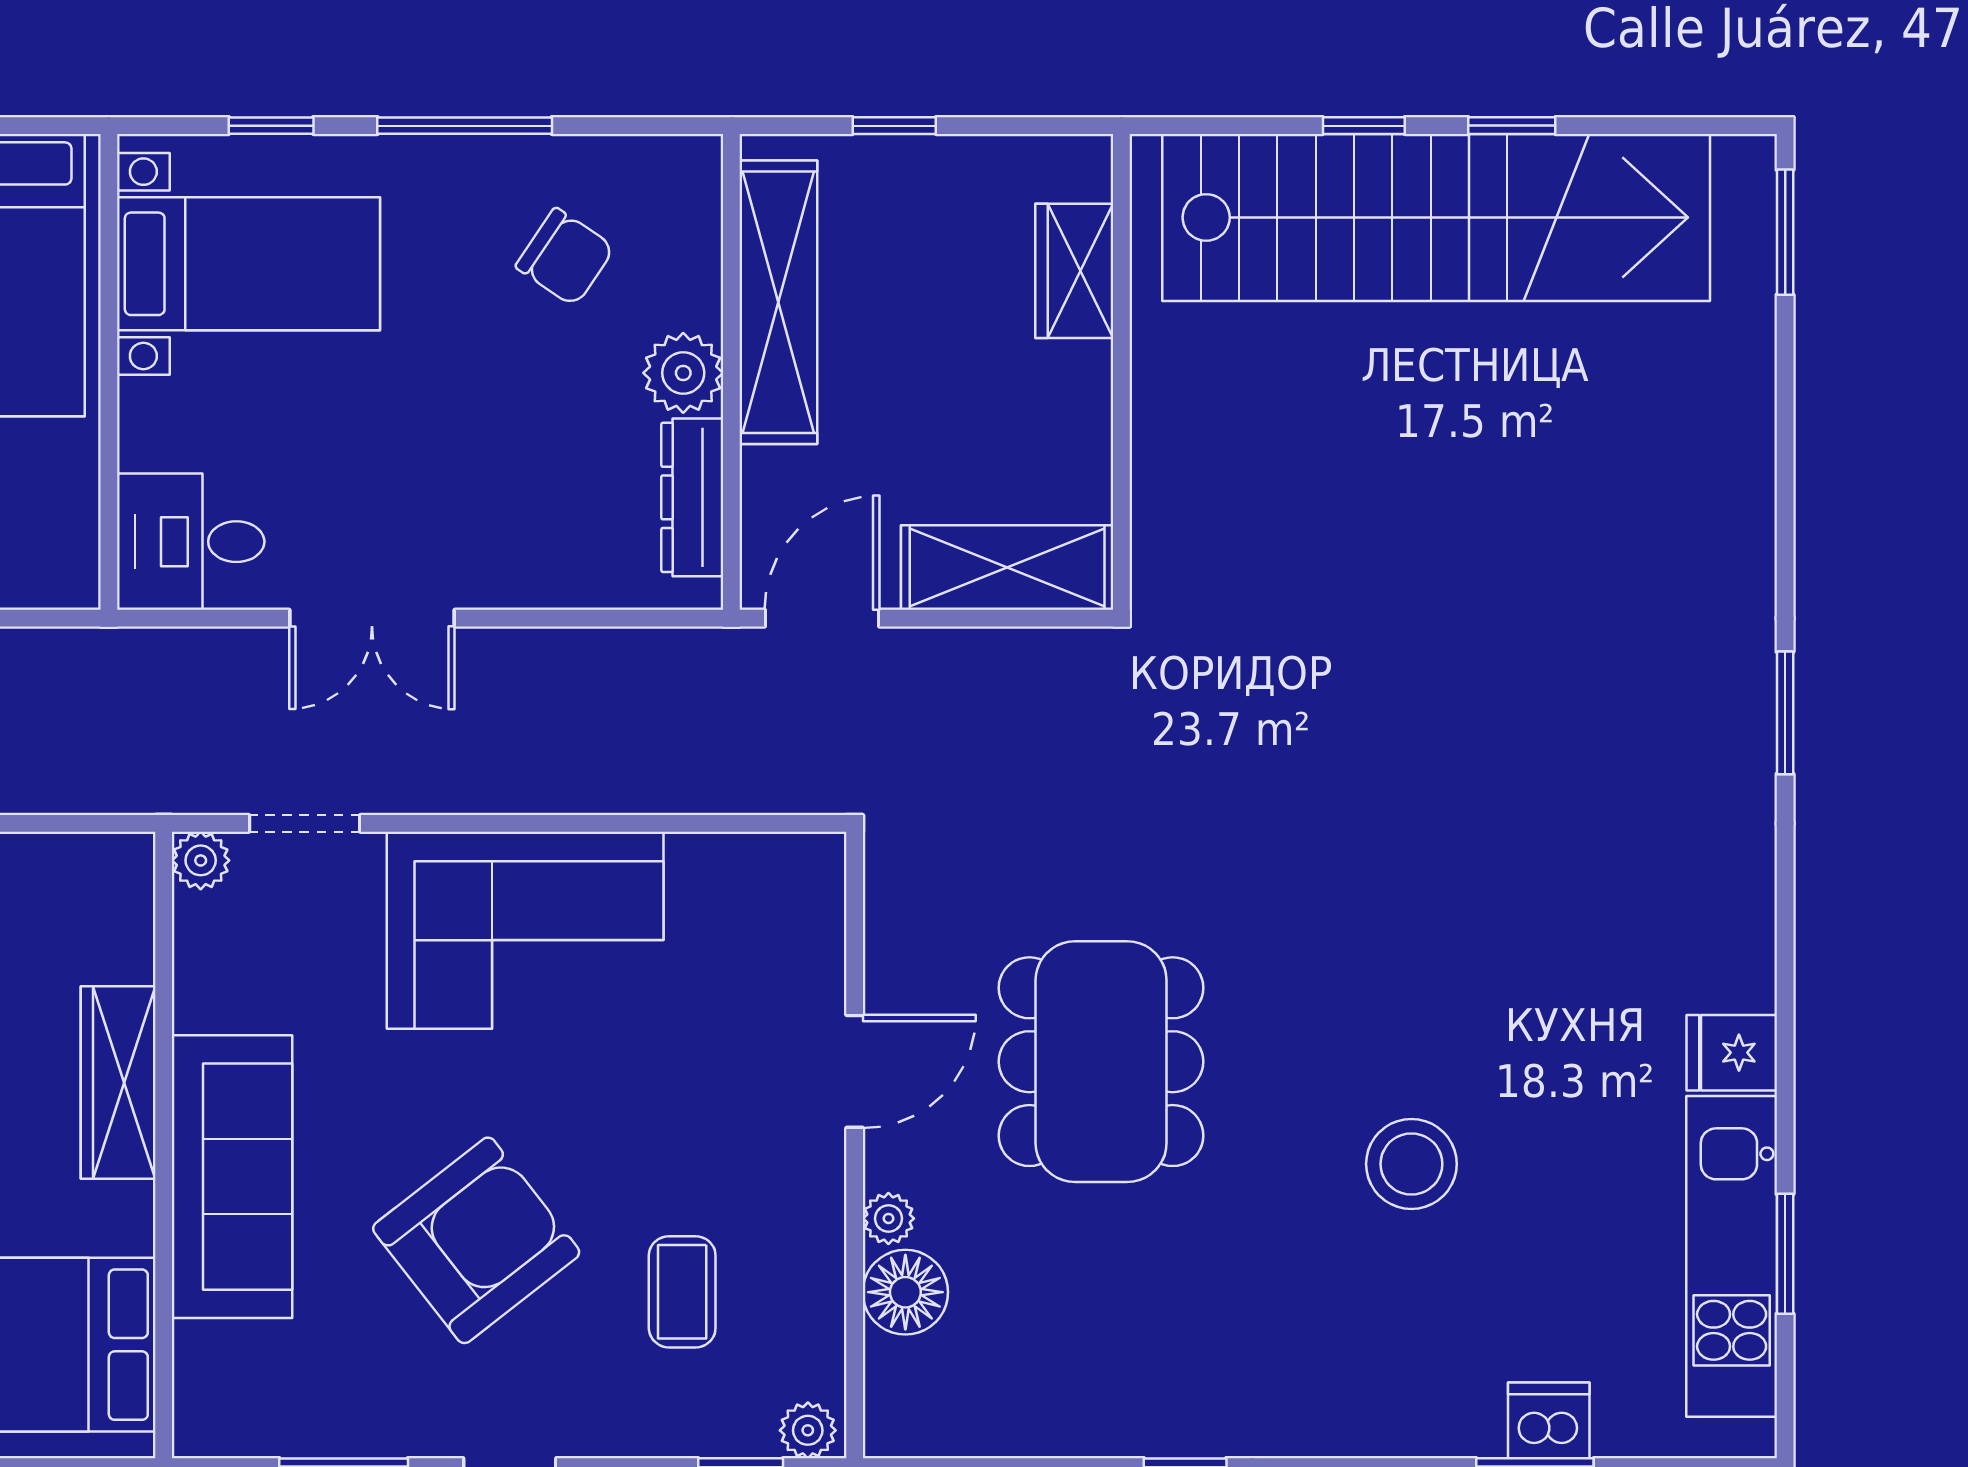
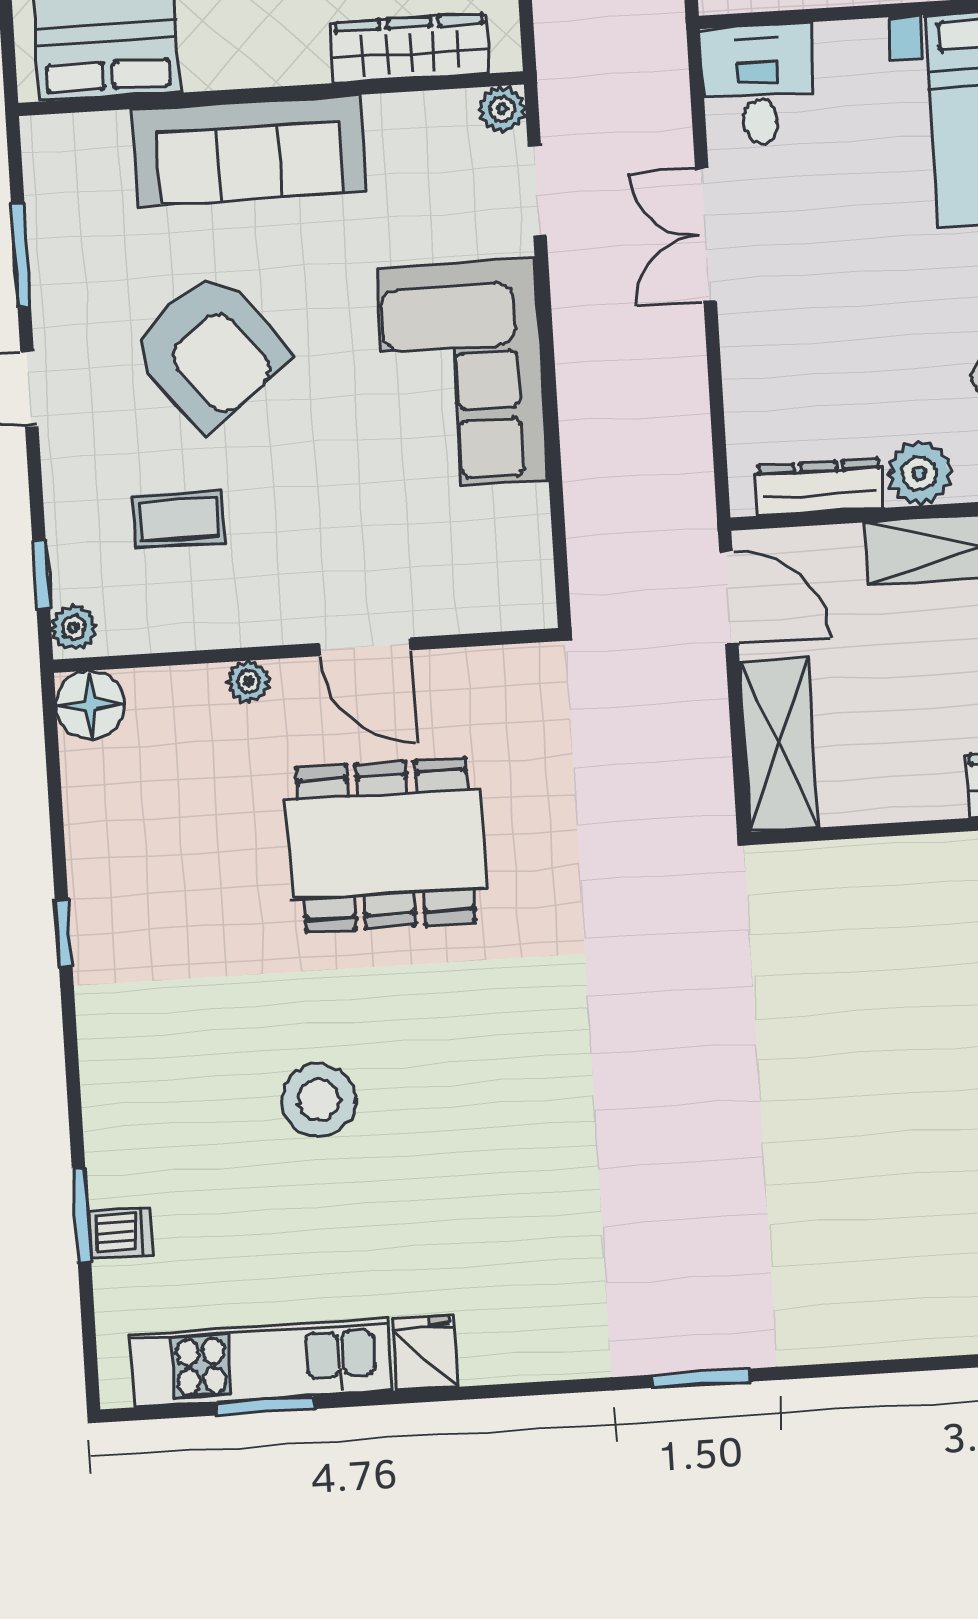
wardrobe: (118, 1082) -> (410, 48), moved
floor lamp: (905, 1292) -> (90, 705), moved
dishwasher: (1549, 1420) -> (120, 1233), width x0.73

